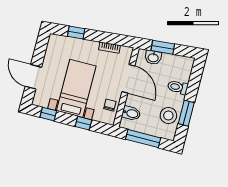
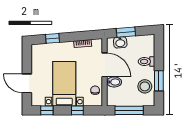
bidet: (131, 113) -> (114, 82), moved

